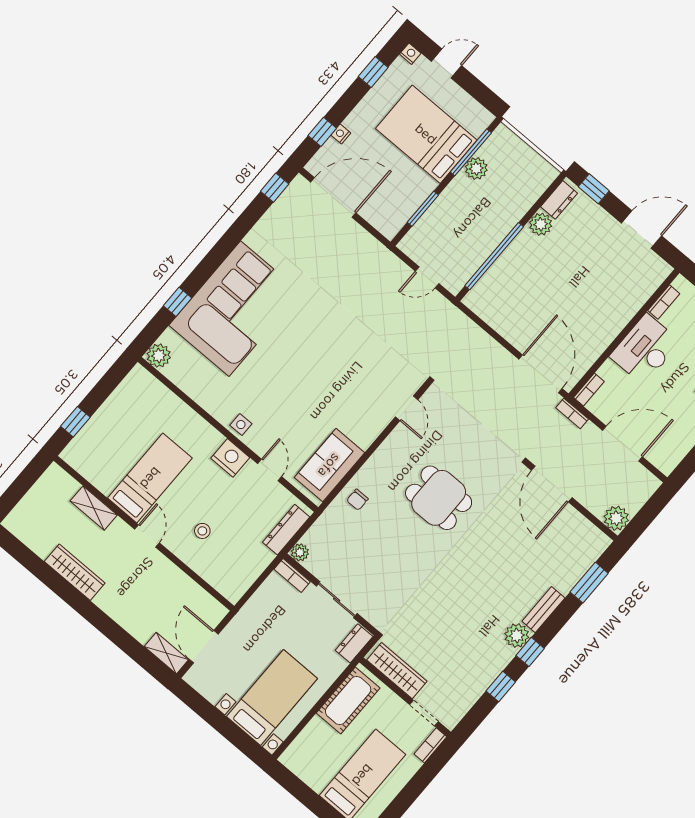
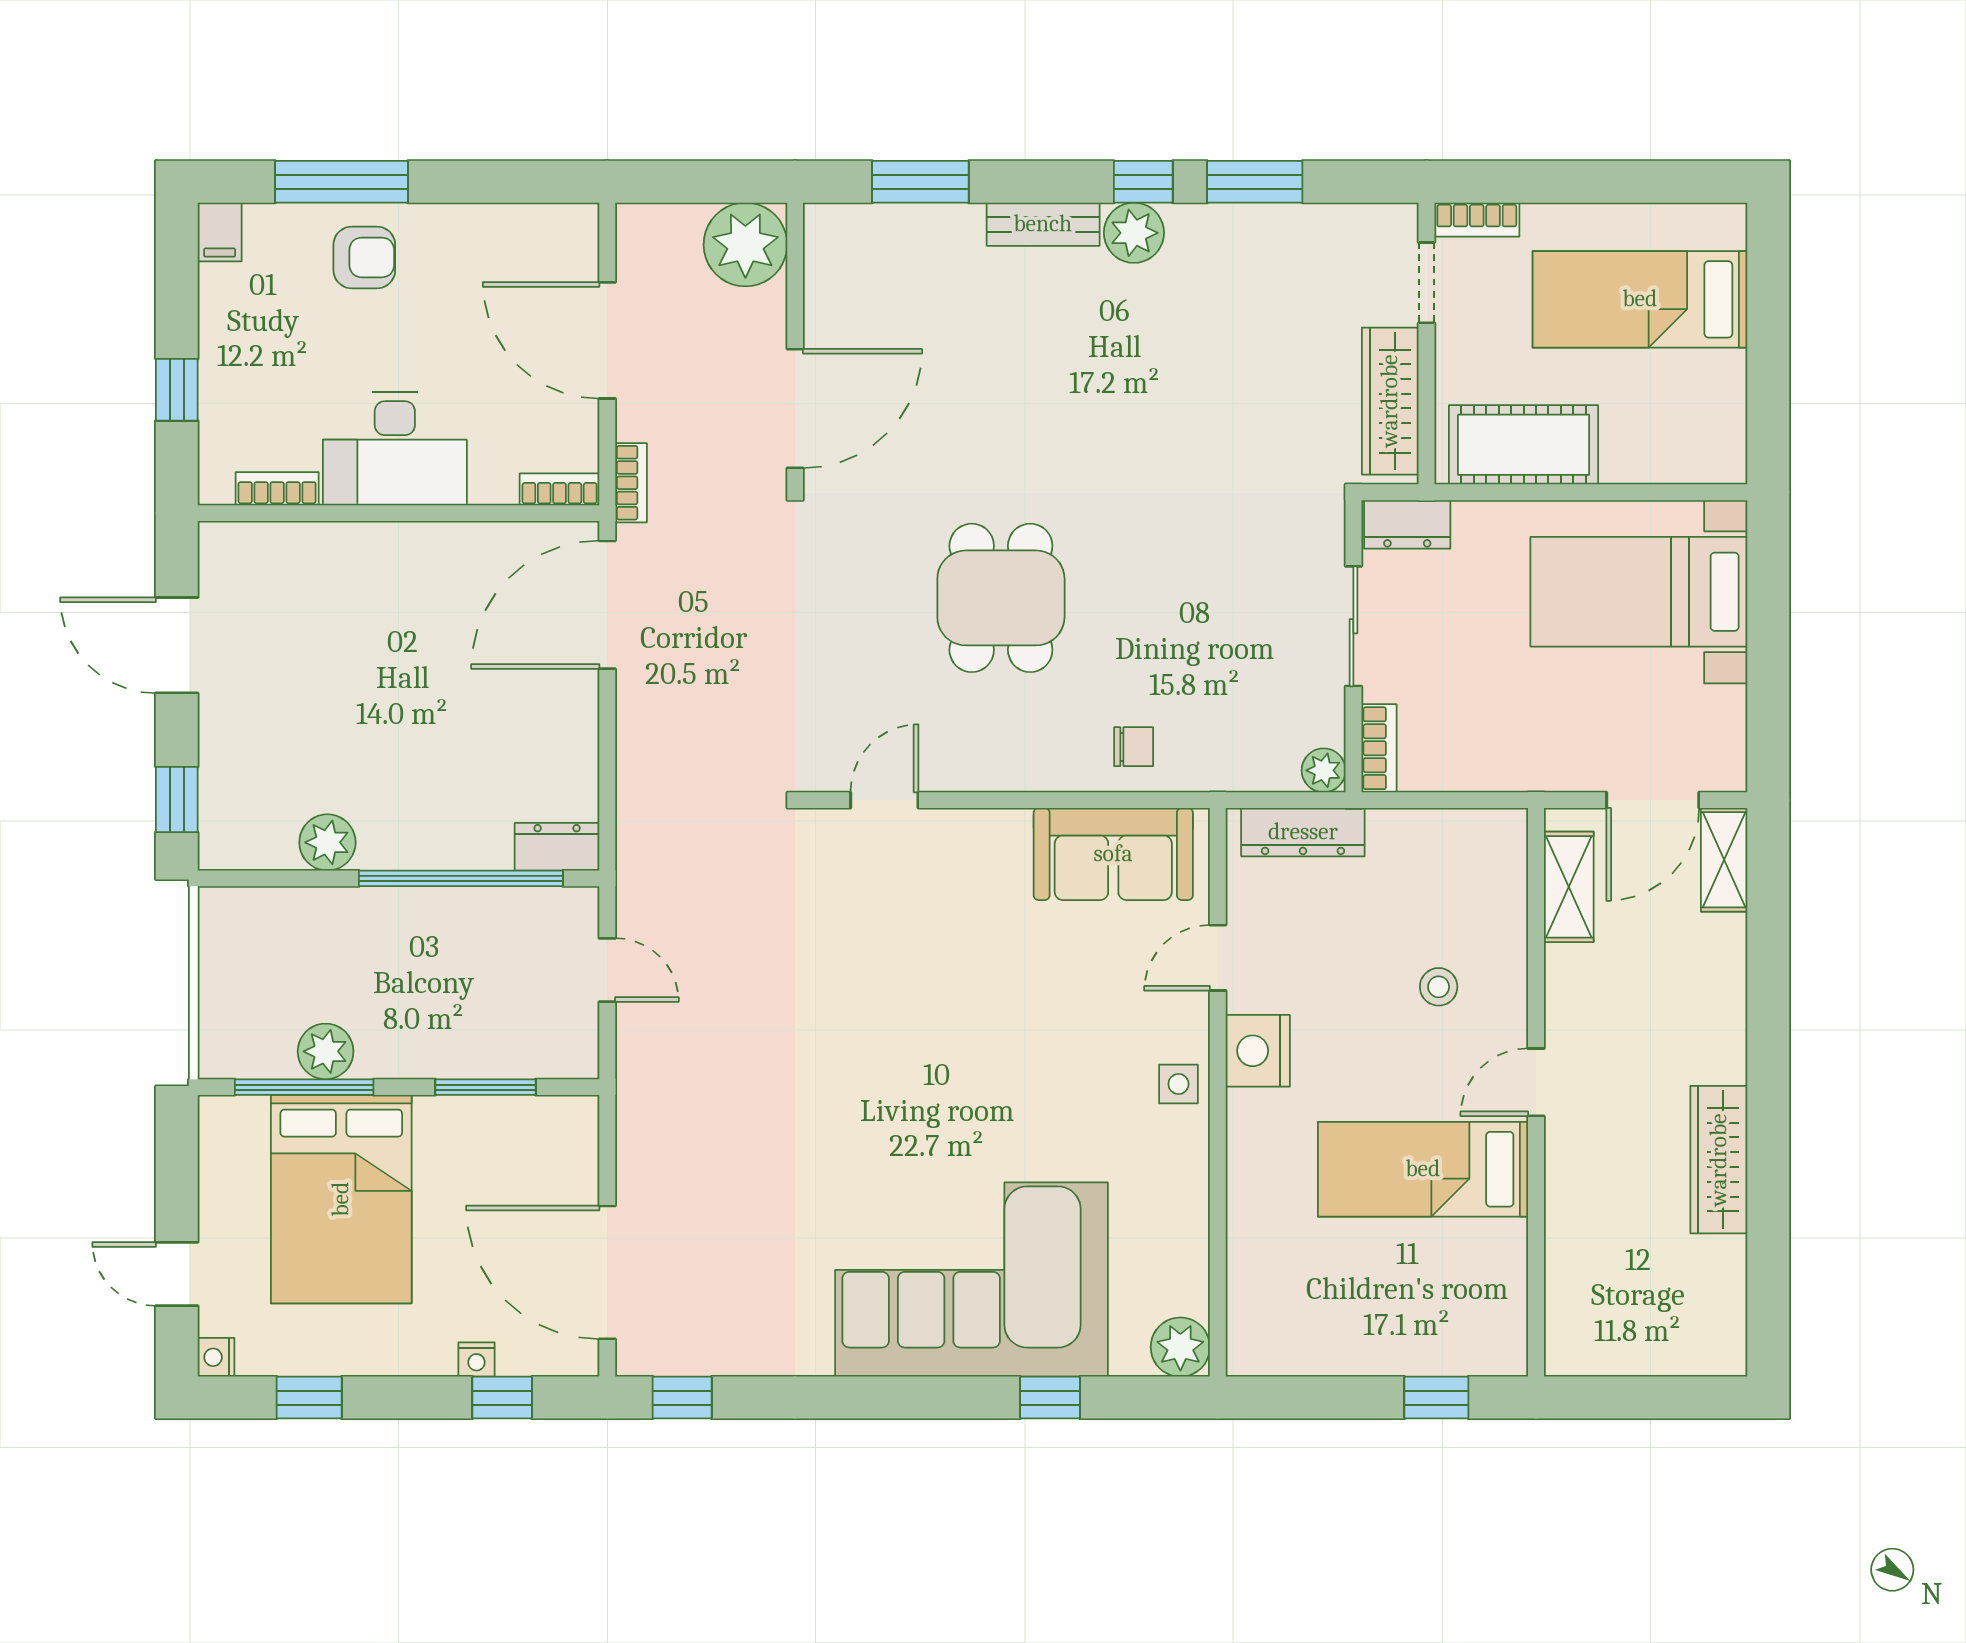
dresser: (559, 200) -> (557, 847), moved
shelving: (94, 508) -> (1569, 887), moved
plant: (616, 518) -> (745, 245), width x1.36, depth x1.36
window: (501, 687) -> (1255, 182), width x1.50

